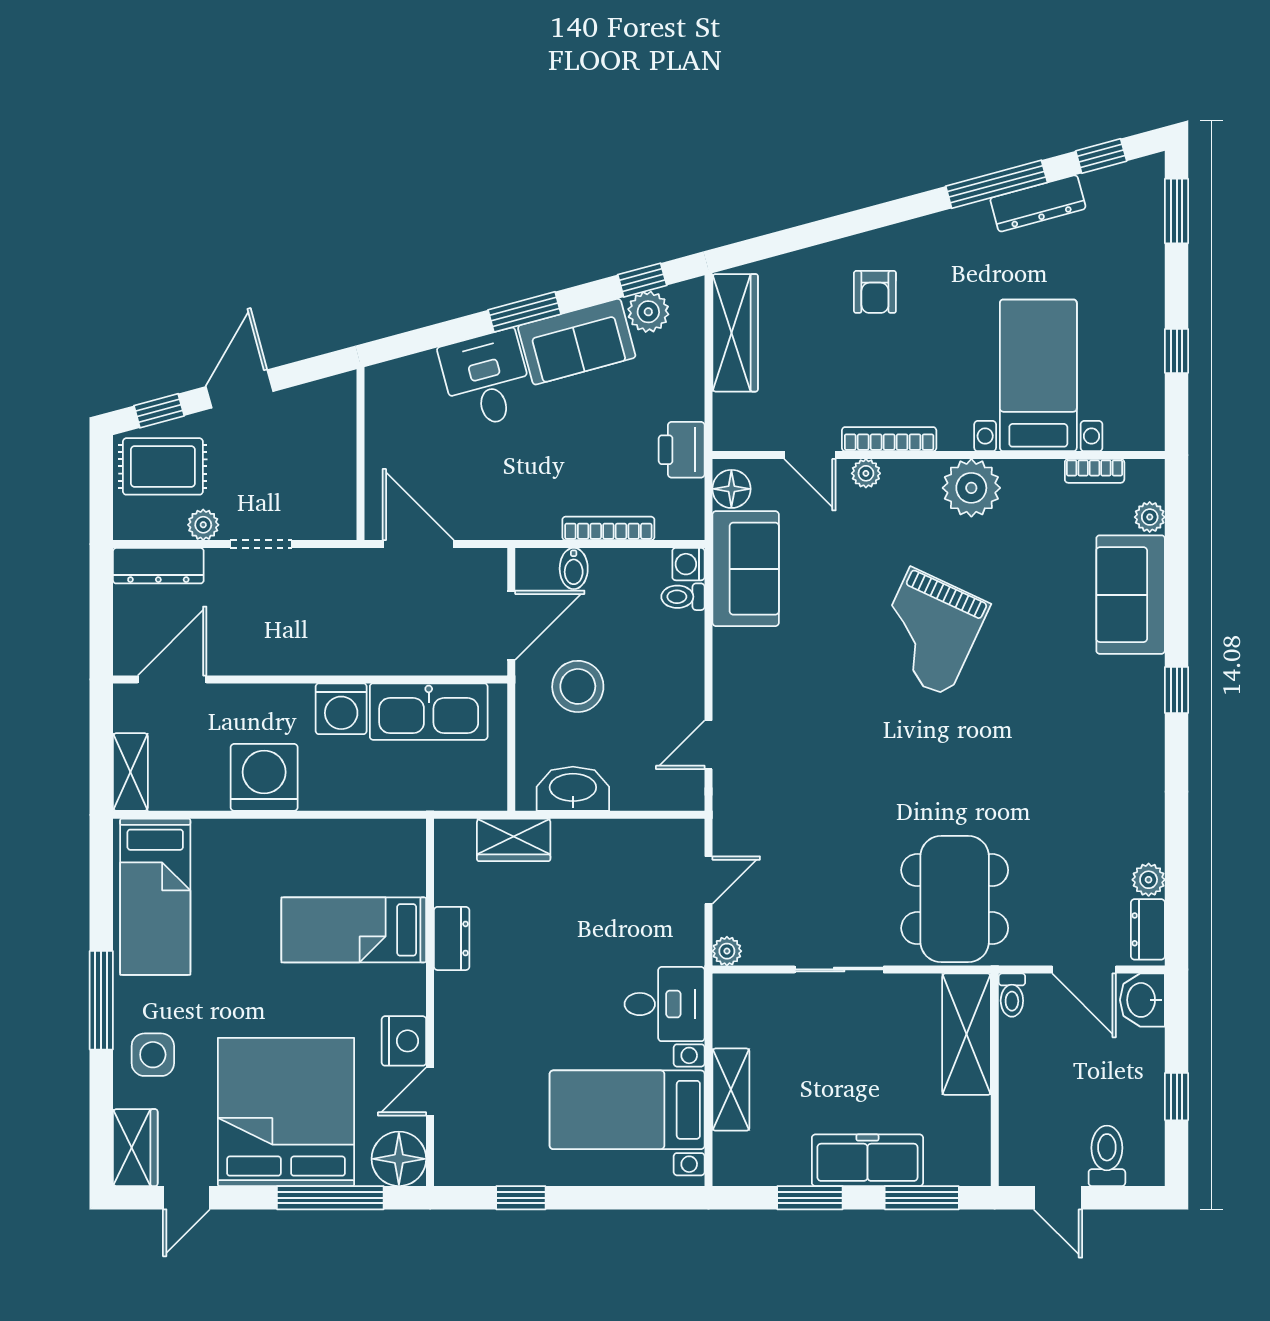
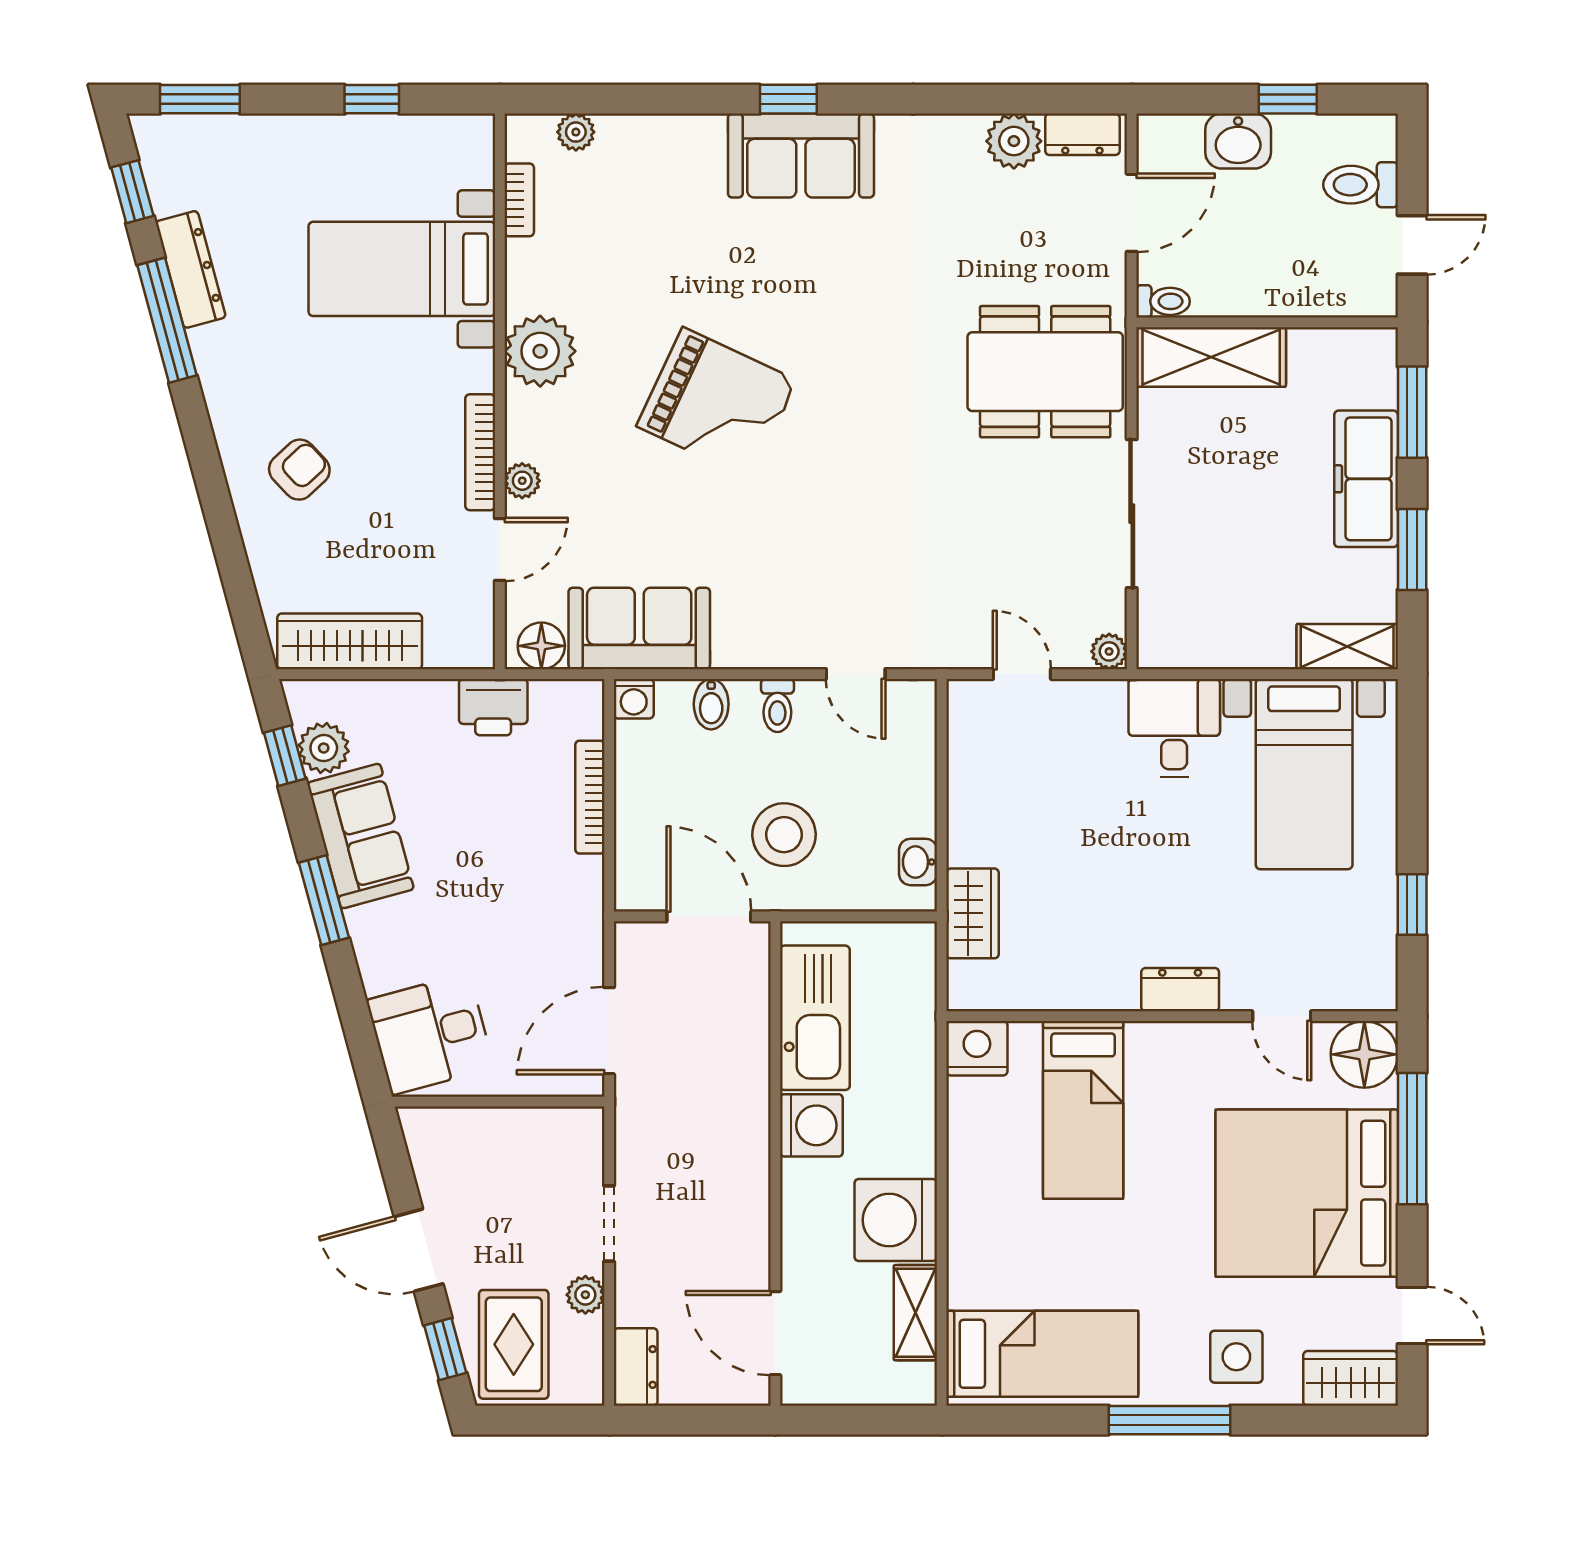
armchair: (875, 292) -> (299, 470), turned -43
desk: (487, 379) -> (430, 1034), moved
dresser: (158, 566) -> (636, 1367), width x0.70
bidet: (574, 569) -> (711, 704), moved, turned 90
sofa: (1131, 595) -> (801, 156), moved
toilet: (683, 597) -> (777, 705), moved
shelving: (130, 772) -> (915, 1313), moved, turned 90
washbasin: (573, 789) -> (918, 862), width x0.52, depth x0.69
plant: (1149, 880) -> (1014, 141), width x1.38, depth x1.38
dresser: (452, 938) -> (1180, 990), moved
sliding door: (839, 969) -> (1132, 514), width x1.37
washbasin: (1142, 1000) -> (1238, 141), moved
nightstand: (404, 1041) -> (977, 1048), moved
shelving: (731, 1090) -> (1347, 647), moved

